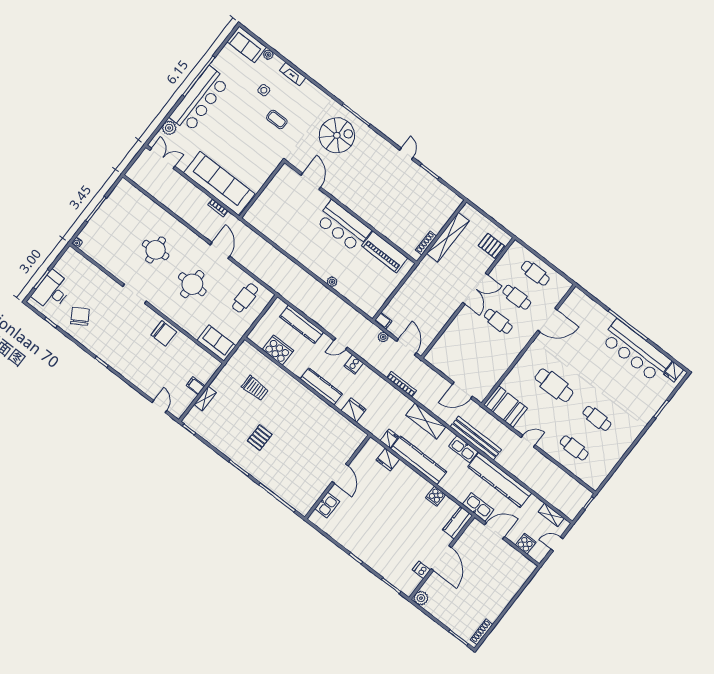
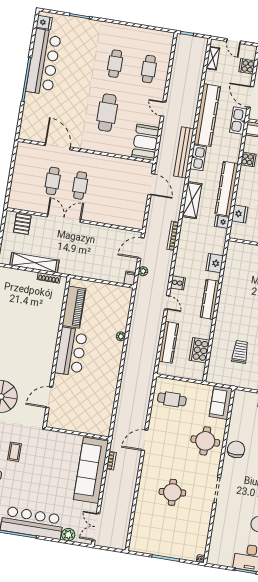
cafe table: (535, 273) -> (25, 177), removed
round table: (192, 284) -> (205, 441), moved

